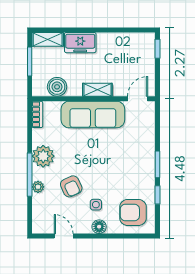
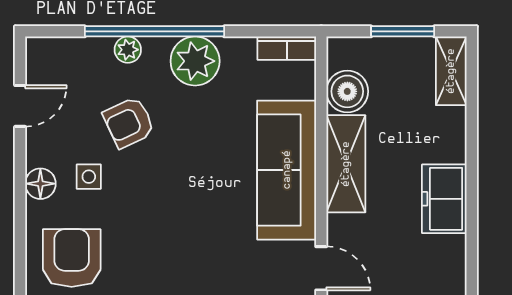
freezer: (80, 43) -> (444, 199), moved
shelving: (97, 90) -> (346, 164), width x1.50, depth x1.33
window: (30, 175) -> (155, 31), width x1.46

